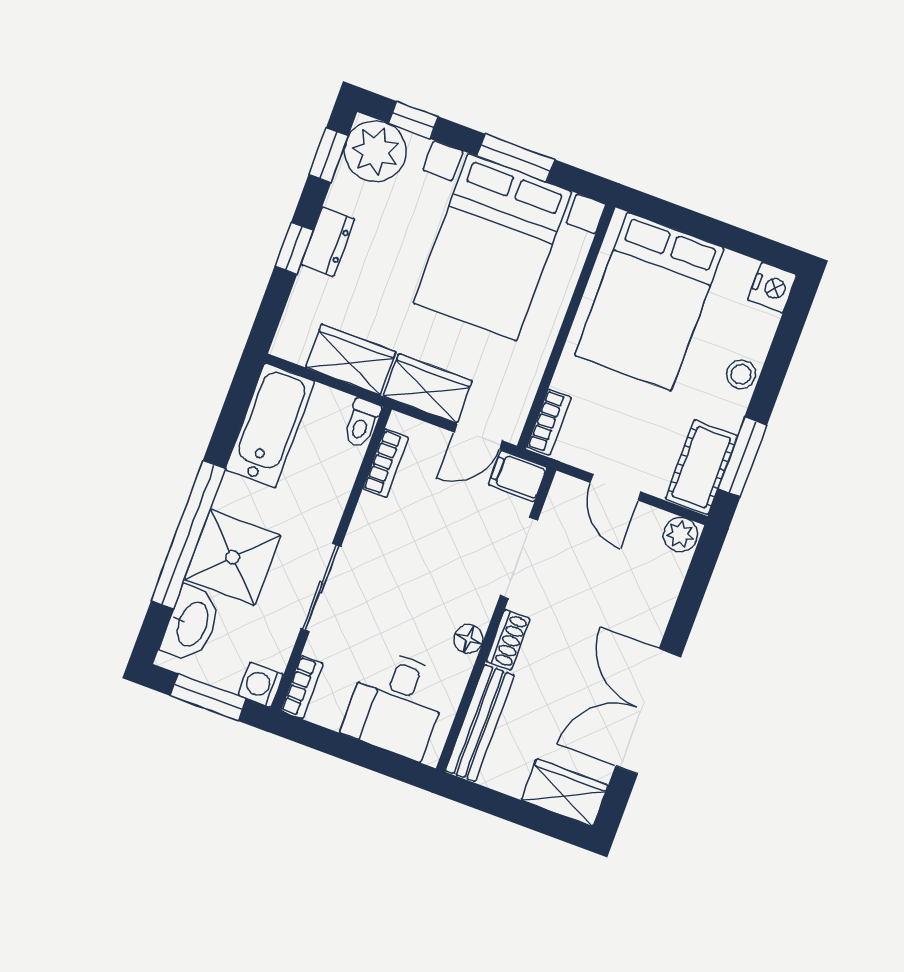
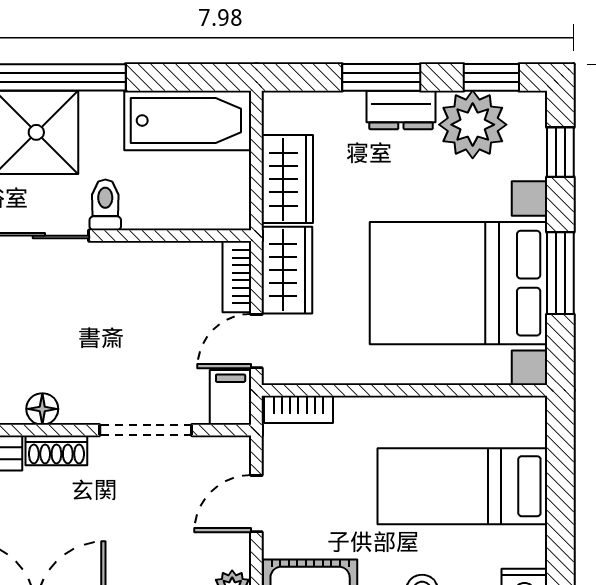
plant: (375, 151) -> (473, 125), moved
window: (294, 248) -> (381, 77), width x1.50
bed: (649, 301) -> (462, 486), width x0.67
toilet: (362, 423) -> (105, 205), moved, turned 90
door: (478, 436) -> (256, 341), hinge flipped
bookcase: (386, 463) -> (237, 277), moved, turned 90

